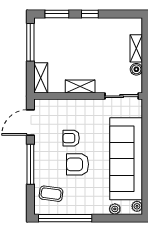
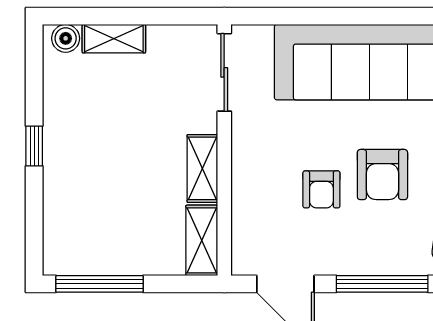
window: (57, 14) -> (34, 222), removed
boiler: (136, 69) -> (66, 38), moved
shelving: (41, 78) -> (202, 240), moved, turned 90

